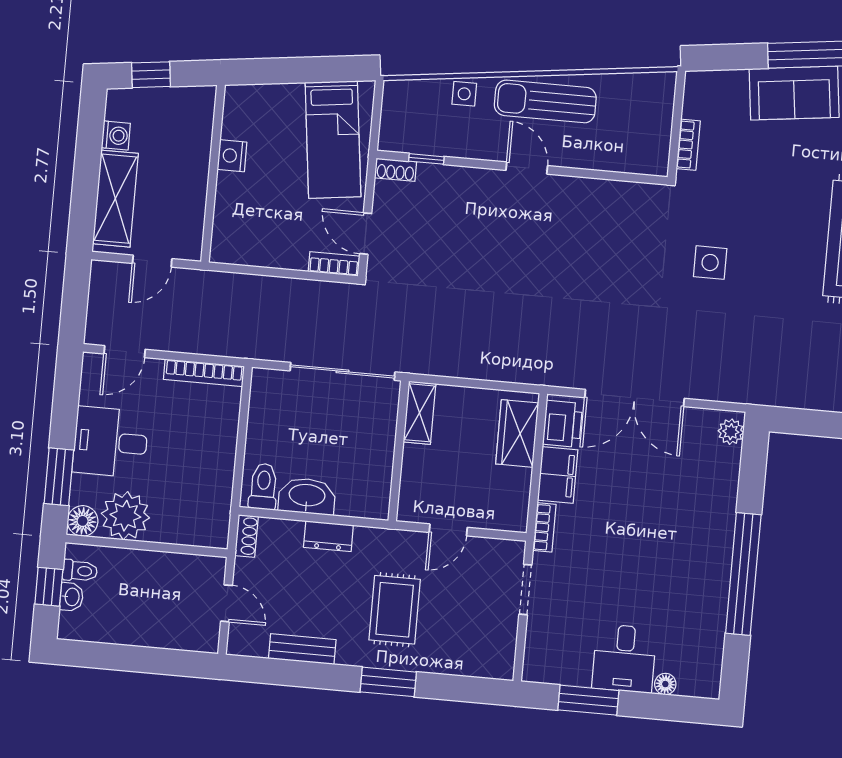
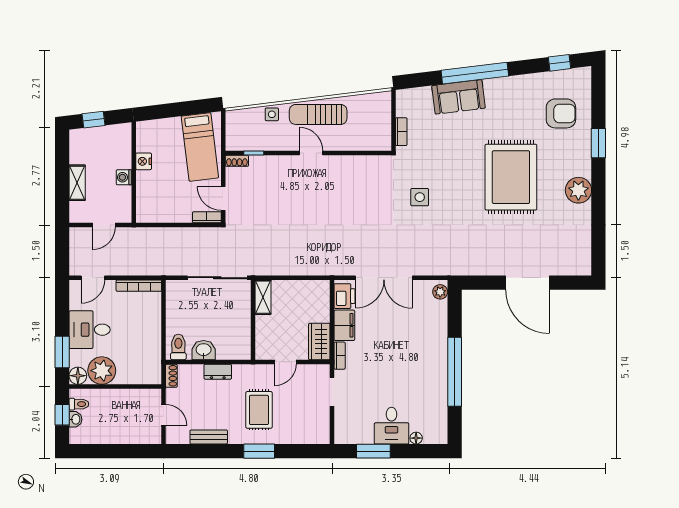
washing machine: (116, 135) -> (124, 177), moved, turned 180
shelving: (115, 199) -> (77, 183), width x0.67, depth x0.75
wardrobe: (517, 433) -> (319, 342), moved
washbasin: (307, 496) -> (204, 350), width x0.72

